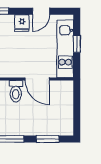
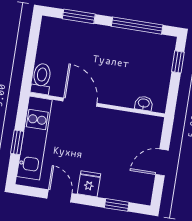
door: (41, 11) -> (60, 196), hinge flipped
toilet: (16, 91) -> (41, 79), moved

